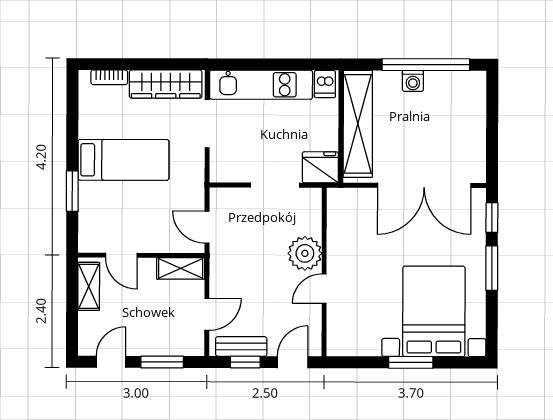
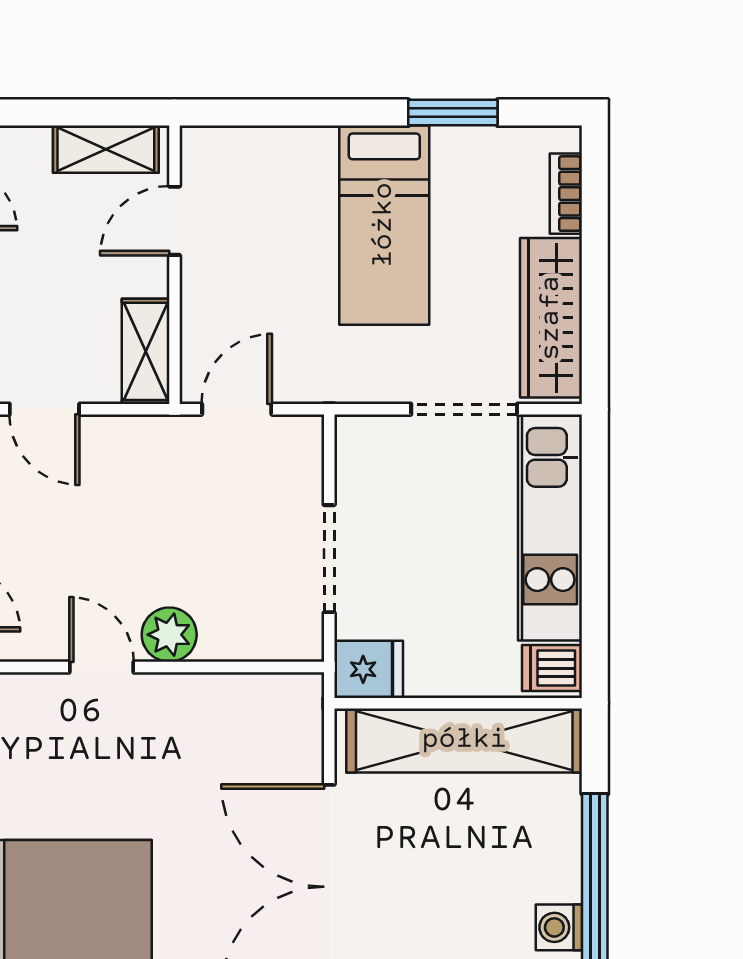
washing machine: (413, 81) -> (559, 927), moved
fridge: (320, 167) -> (369, 669), width x0.72
window: (72, 191) -> (453, 113), moved
plant: (305, 253) -> (169, 635), width x0.73, depth x0.73

